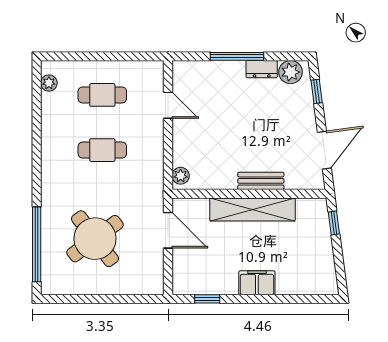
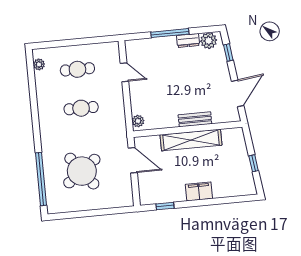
window: (334, 223) -> (254, 163), moved

